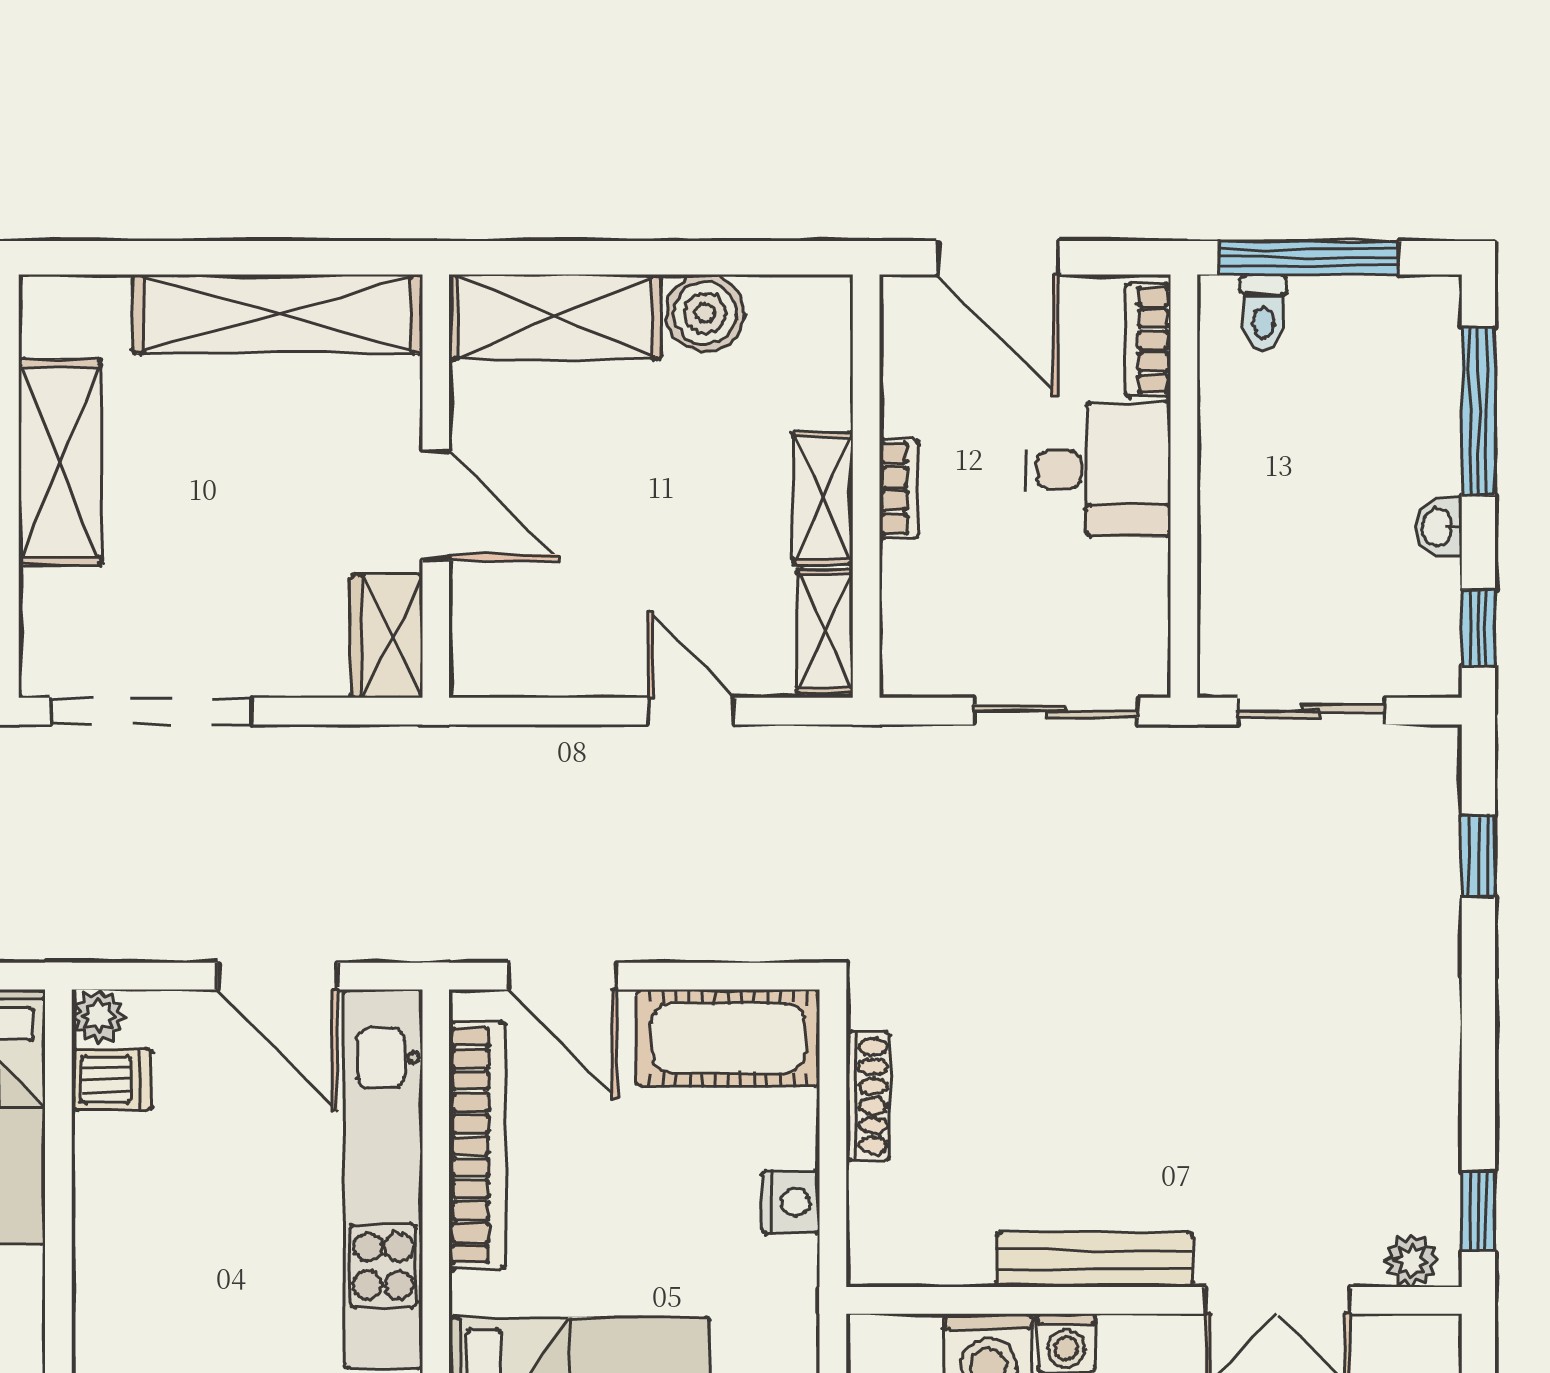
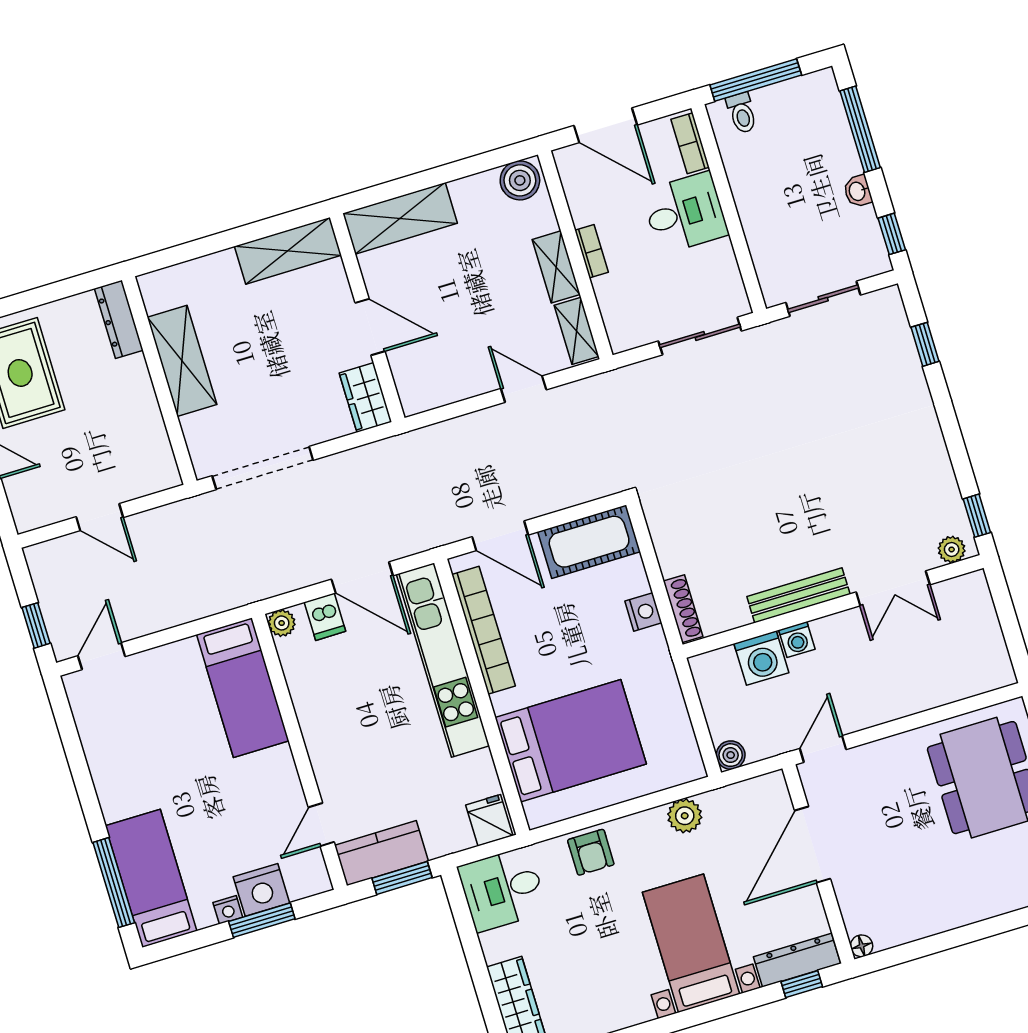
boiler: (705, 313) -> (520, 180), moved
shelving: (278, 314) -> (288, 251), width x0.68
dishwasher: (112, 1079) -> (325, 617), moved, turned 90
shoe rack: (868, 1096) -> (683, 609), moved

